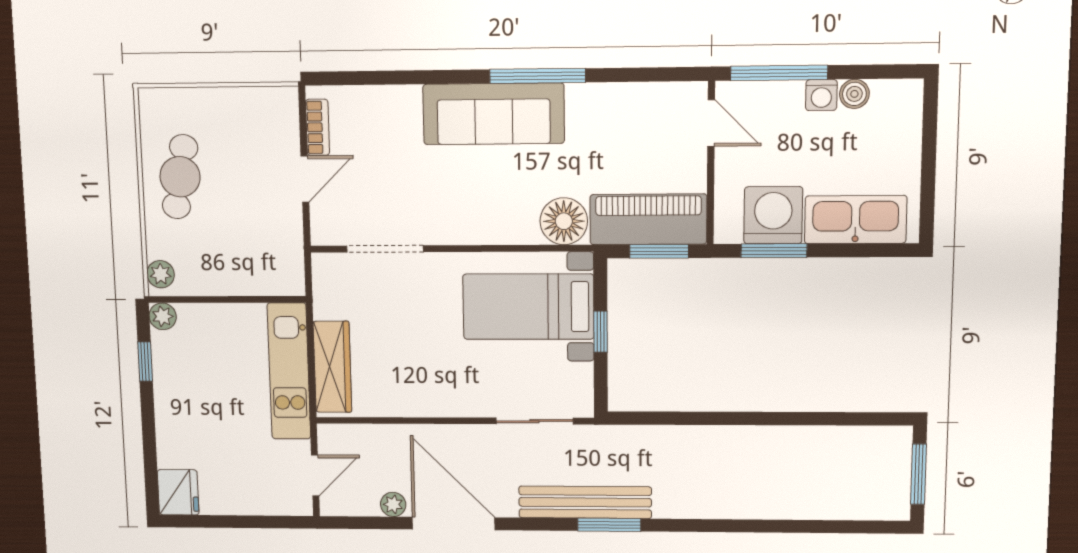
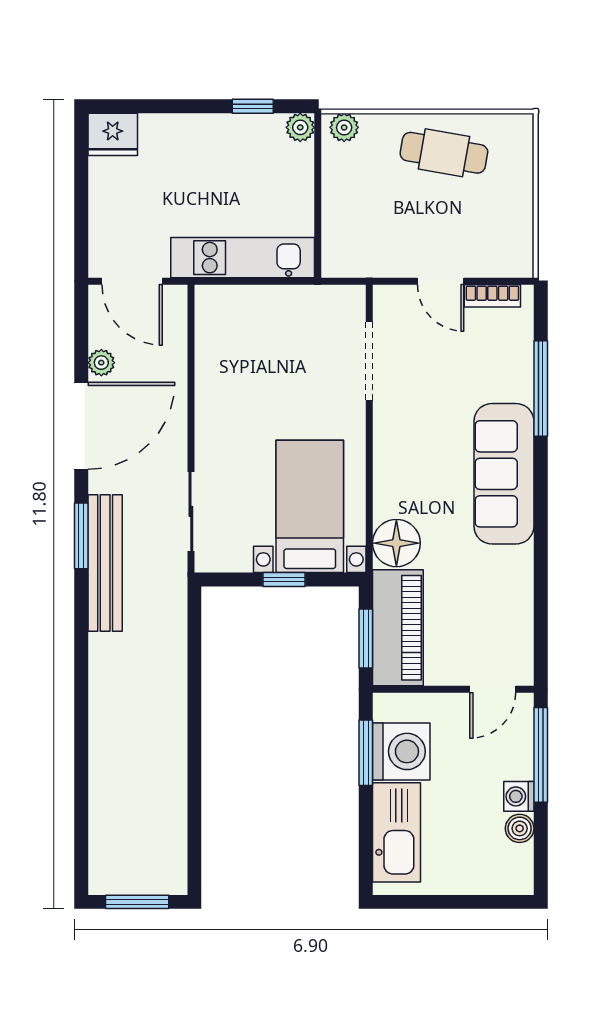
window: (538, 76) -> (541, 388), moved
wardrobe: (332, 367) -> (247, 303), removed
door: (315, 475) -> (132, 281), width x1.38
window: (609, 525) -> (81, 536), moved

